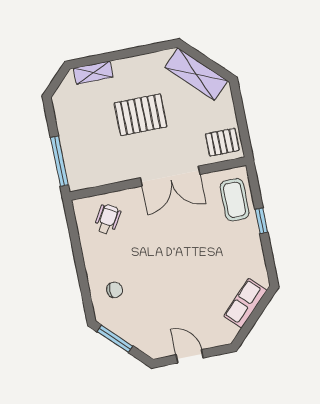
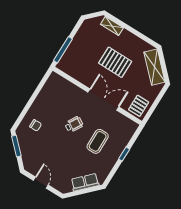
pallet: (222, 142) -> (139, 106), turned 90
double door: (170, 176) -> (103, 100), swing flipped
coffee table: (235, 200) -> (98, 141), moved
wheelchair: (107, 219) -> (74, 124), moved

